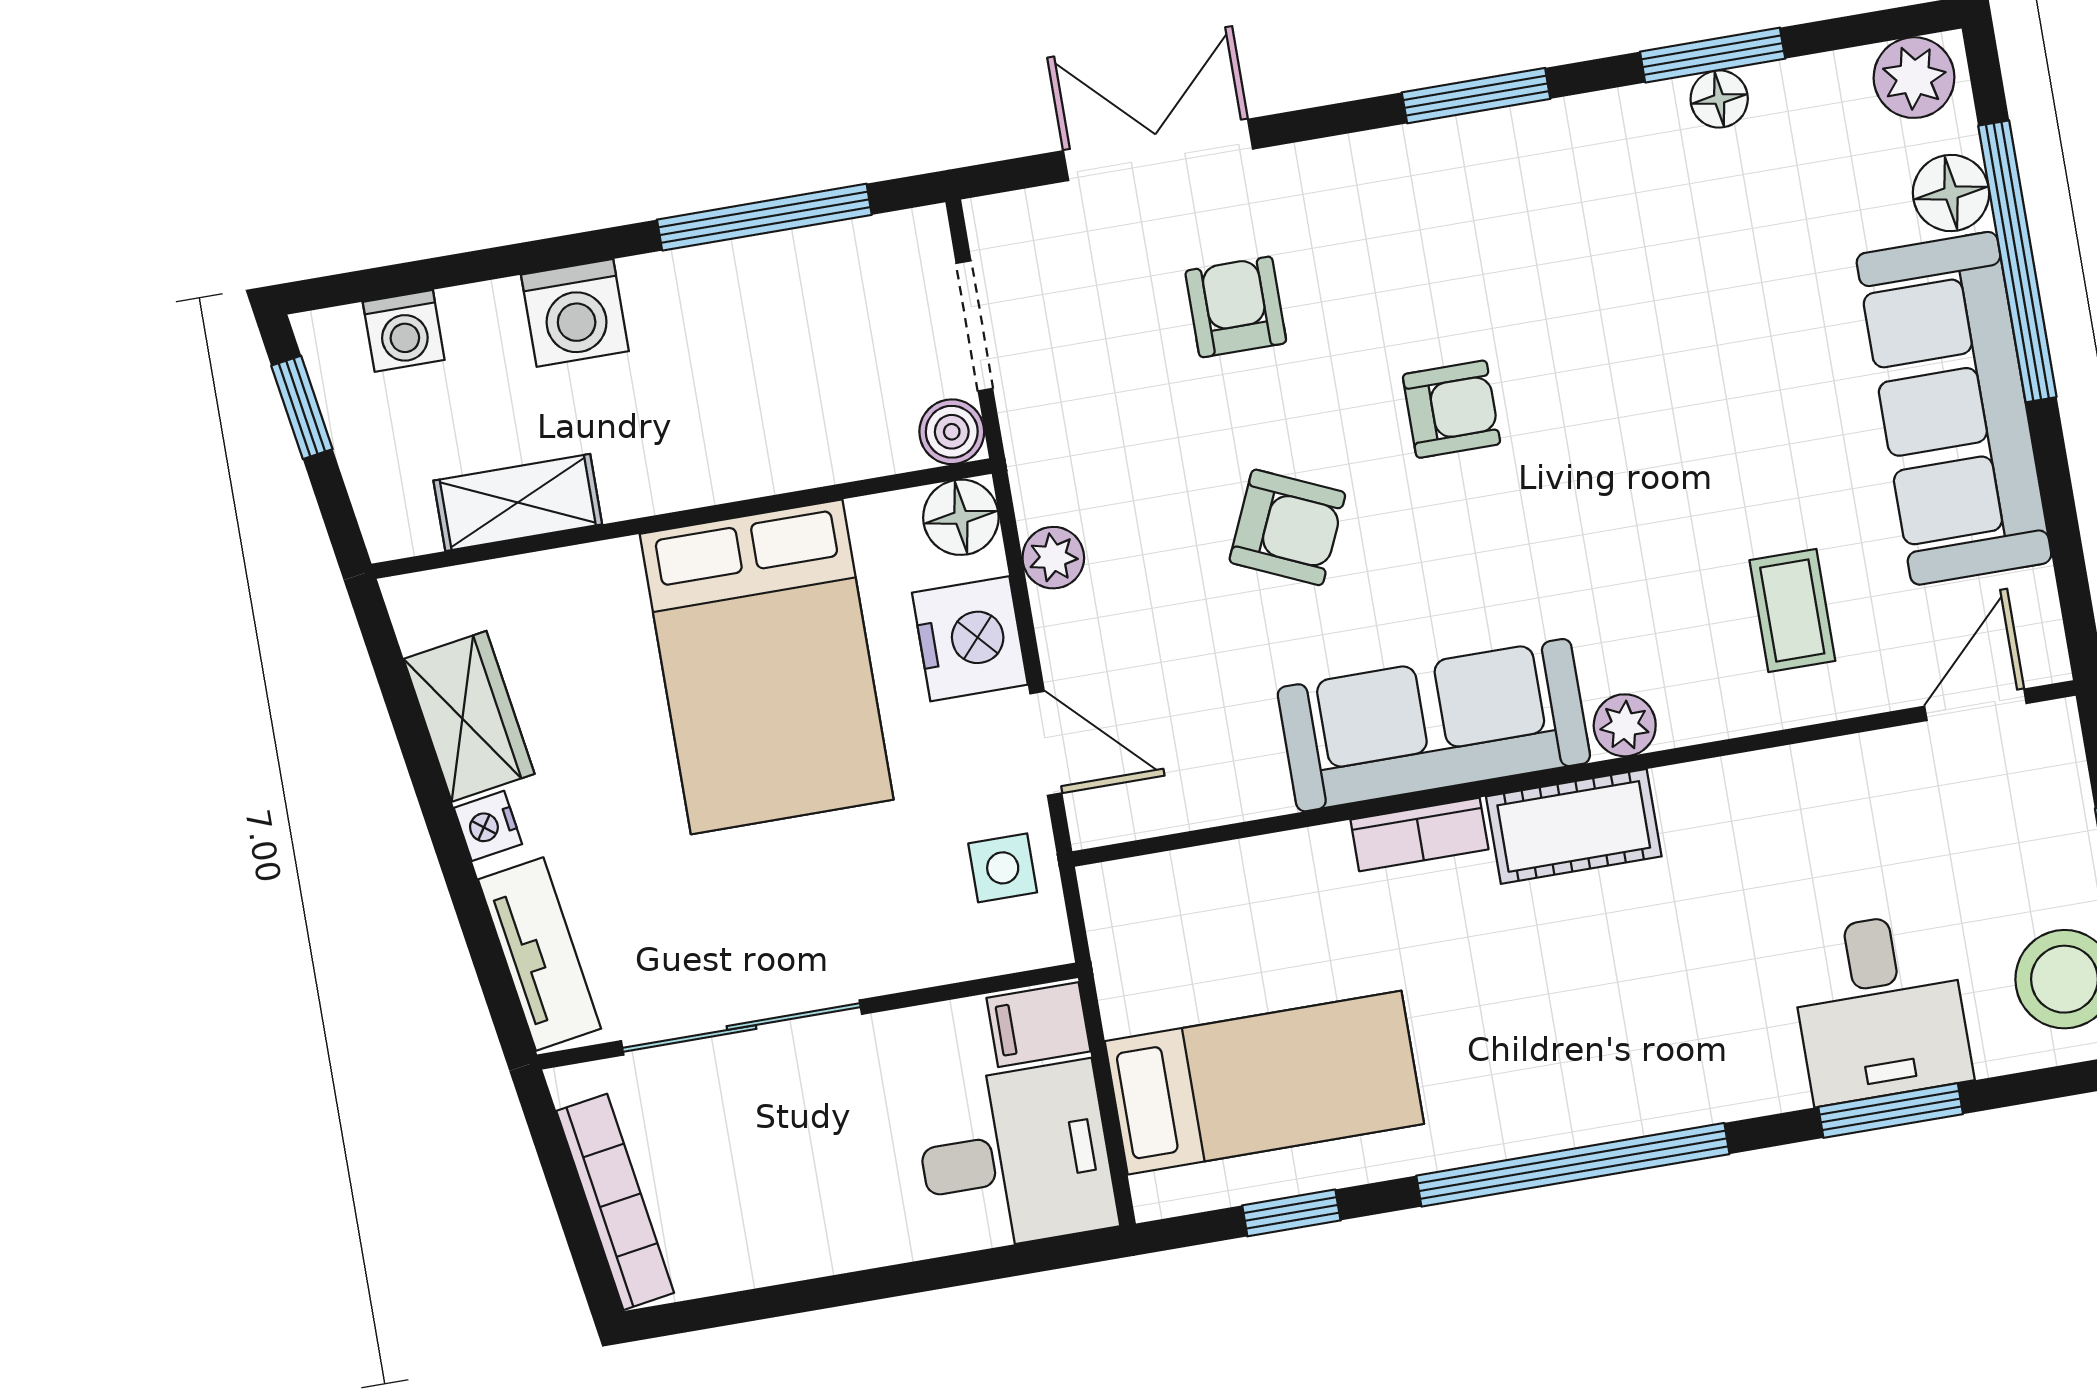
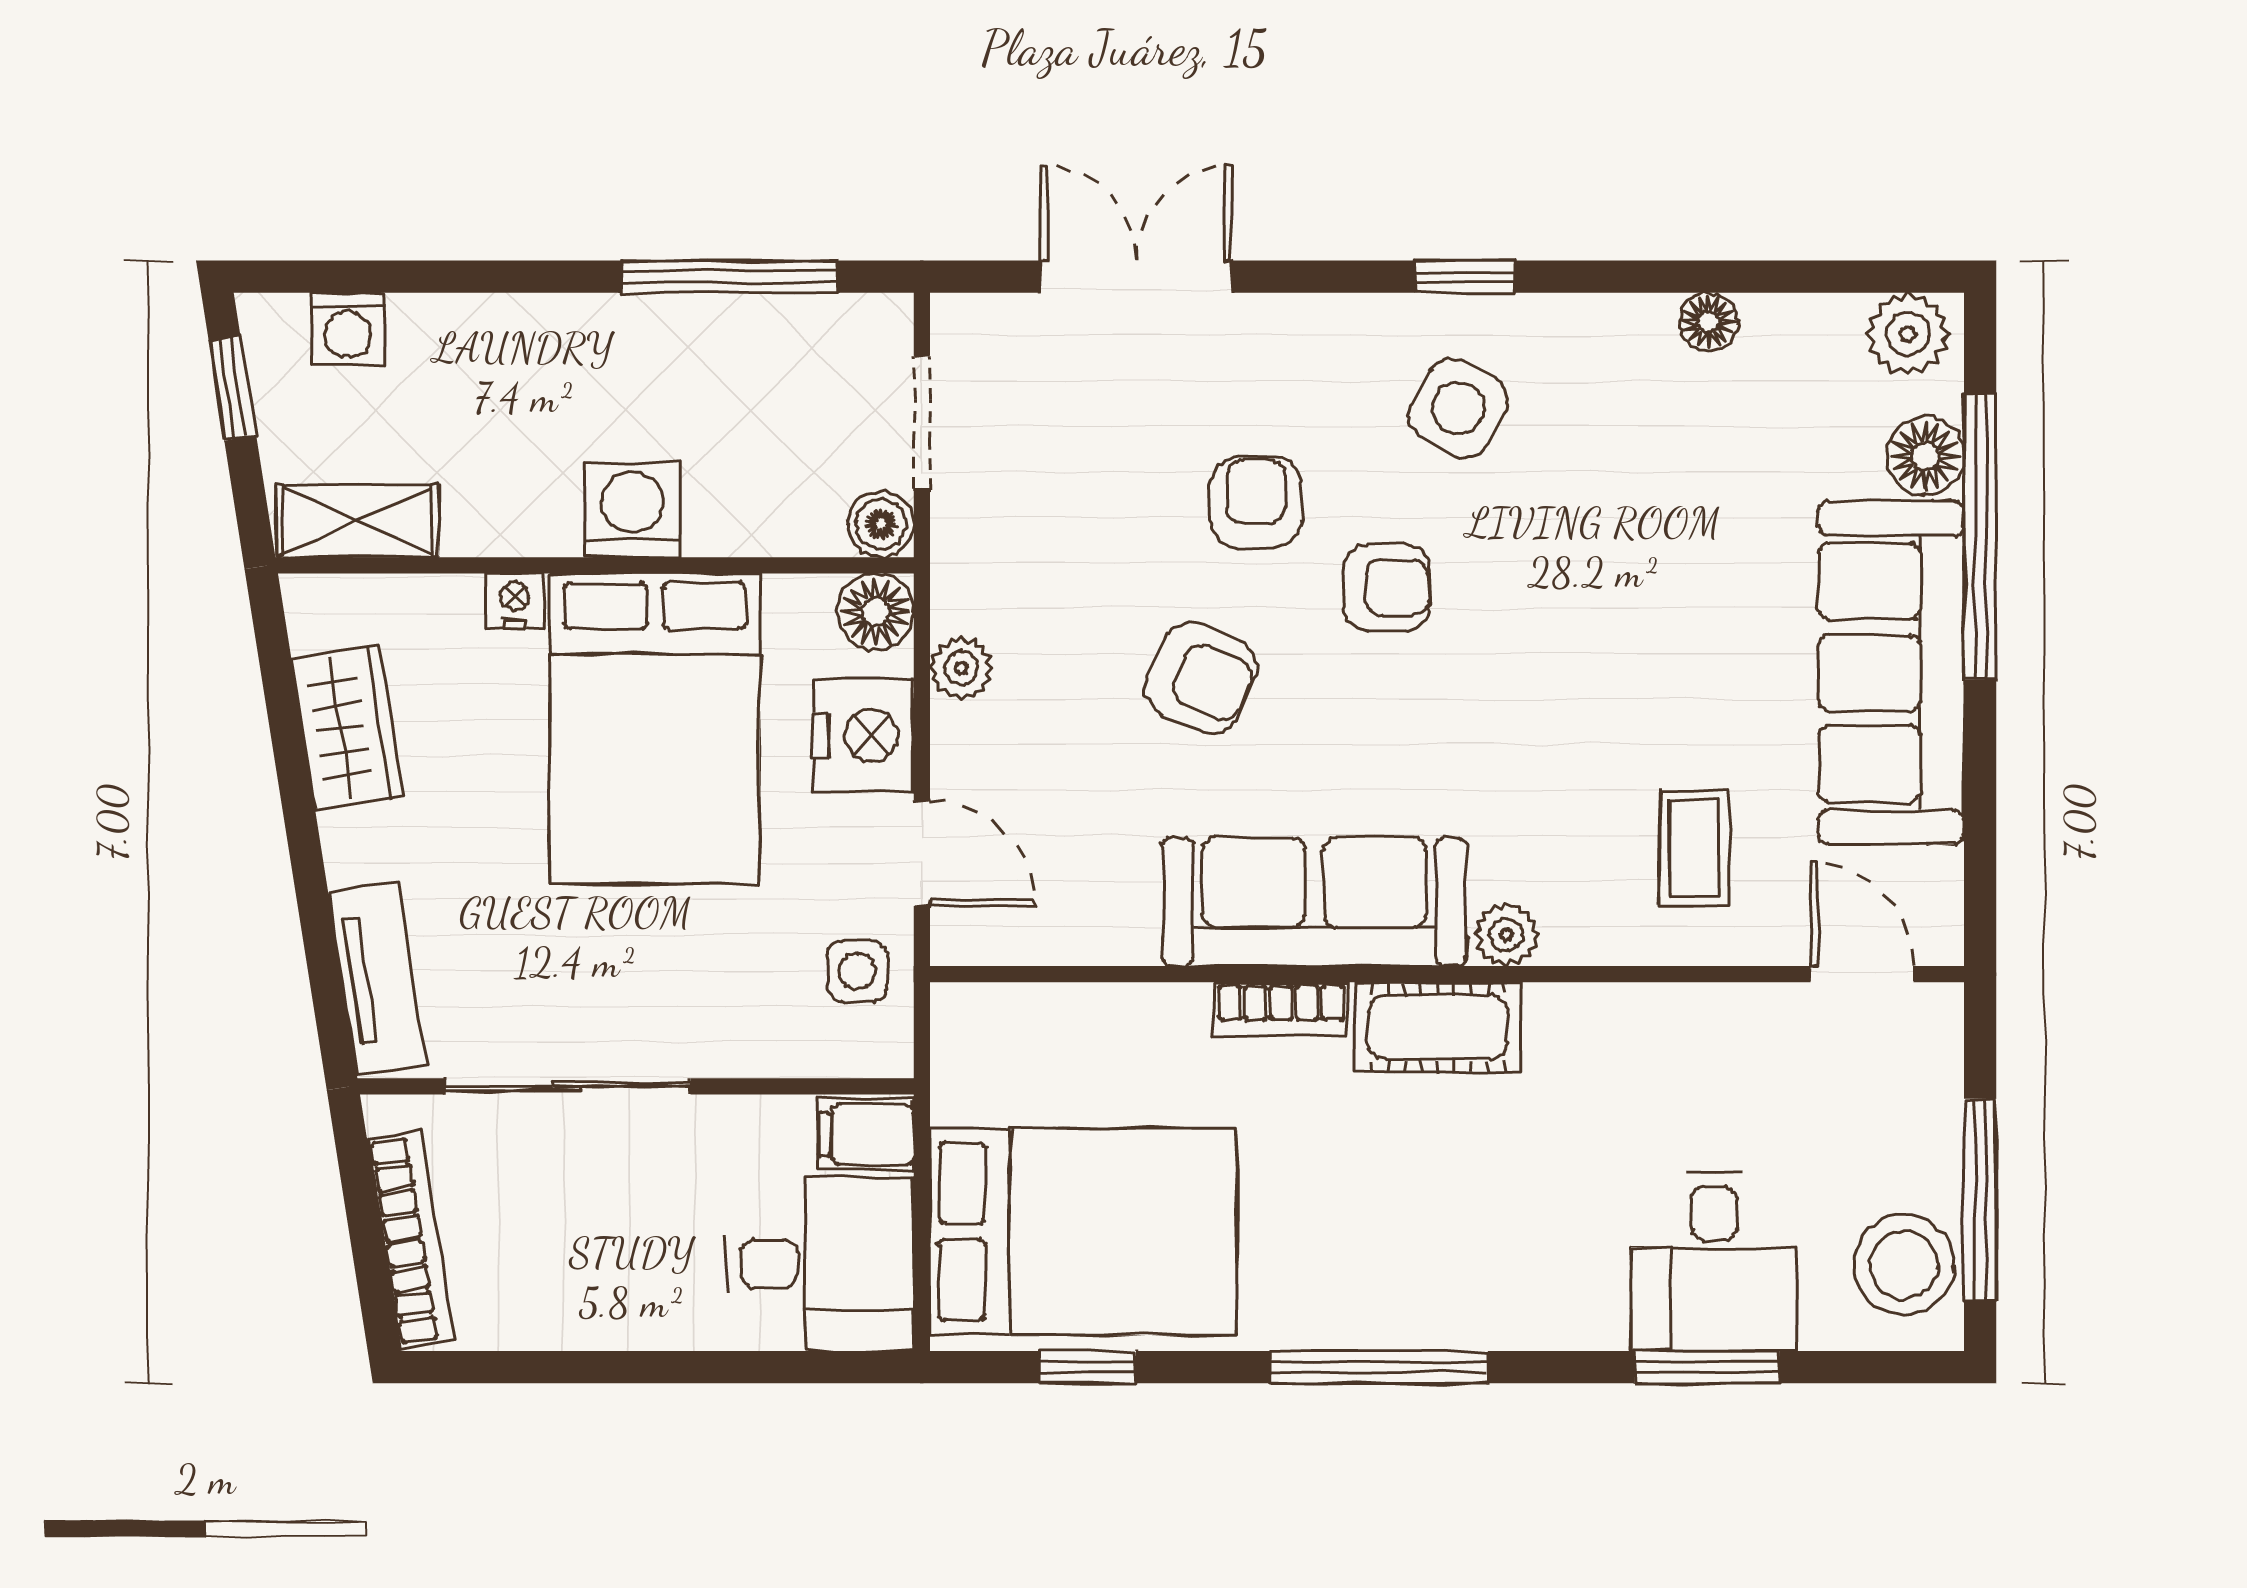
window: (1713, 55) -> (1709, 277), removed
window: (1476, 96) -> (1465, 277), width x0.67
side table: (1491, 224) -> (1458, 408), added
armchair: (1236, 307) -> (1256, 502), moved
washing machine: (575, 313) -> (632, 510), moved, turned 180
shelving: (518, 502) -> (357, 521), moved
door: (1975, 705) -> (1862, 974), hinge flipped
nightstand: (488, 826) -> (515, 600), moved, turned 99
bed: (1264, 1083) -> (1083, 1232), width x1.50
window: (1573, 1165) -> (1379, 1367), width x0.68

